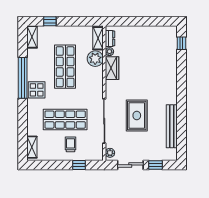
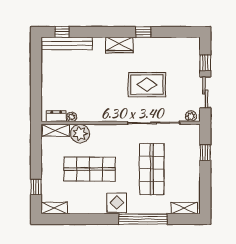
wardrobe: (112, 68) -> (119, 45), moved, turned 180
window: (23, 78) -> (143, 219), moved
window: (182, 112) -> (143, 32), added
bench: (172, 126) -> (67, 43), moved
trolley: (71, 144) -> (181, 163), removed

